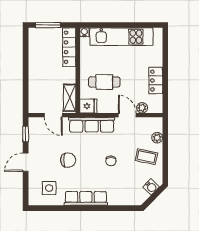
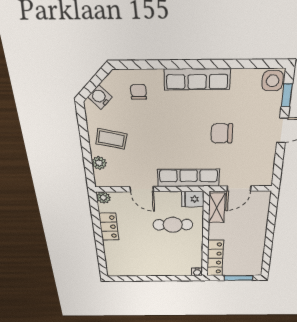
kitchen unit: (121, 37) -> (154, 268), removed
plant: (142, 108) -> (103, 198), moved
door: (53, 115) -> (239, 189), swing flipped
window: (26, 134) -> (287, 95), moved
chair: (111, 161) -> (139, 92), moved
side table: (49, 188) -> (272, 81), moved

